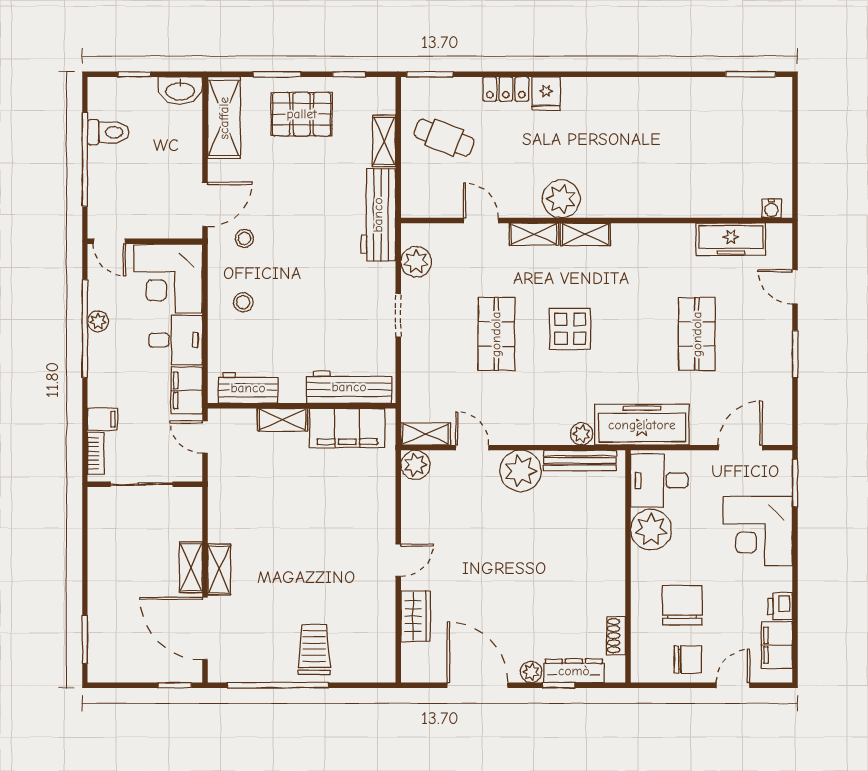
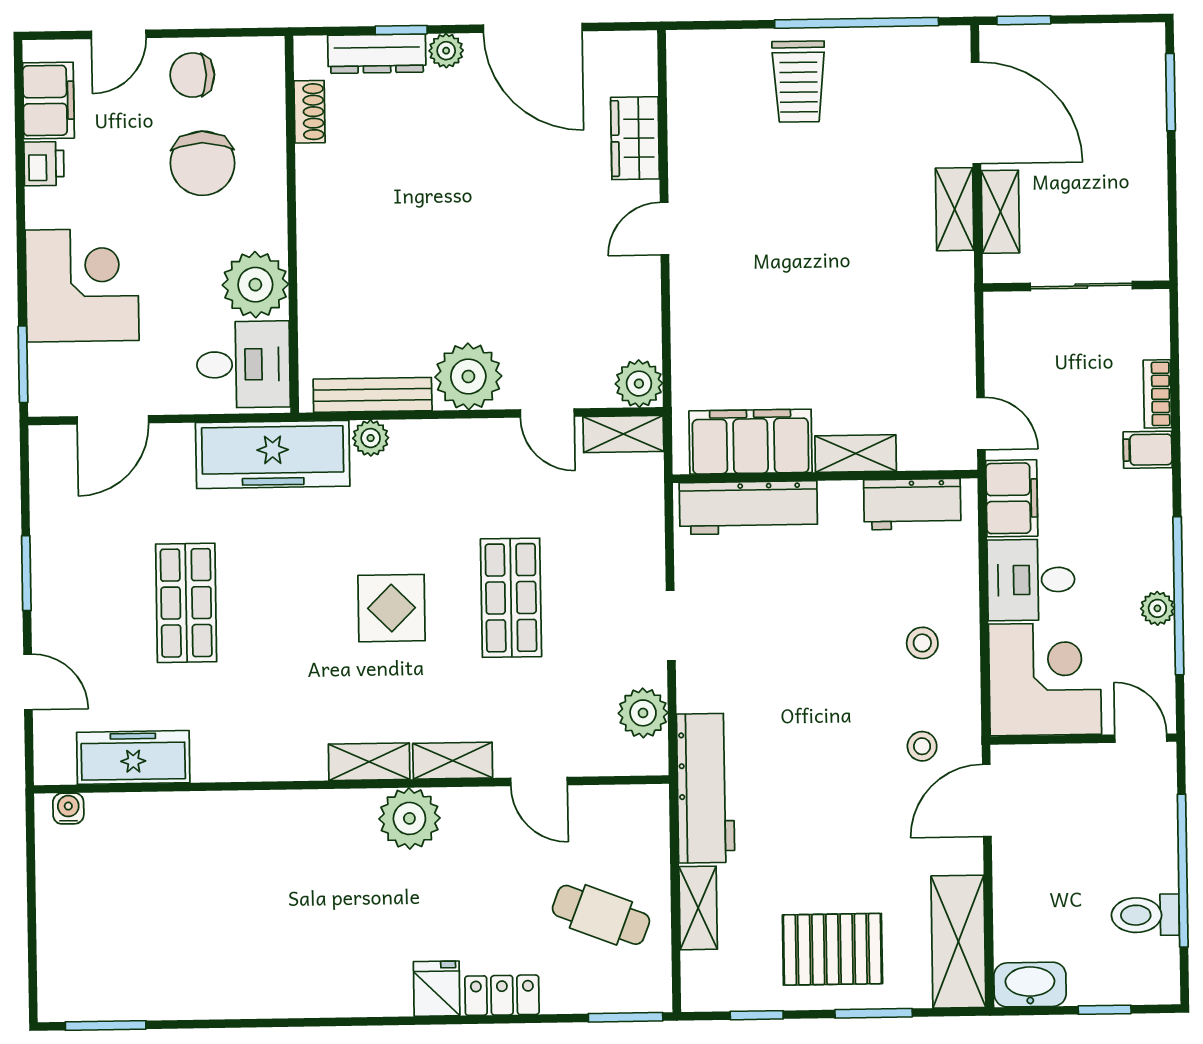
sliding door: (142, 484) -> (1081, 286), moved
wall: (145, 484) -> (1076, 286), moved

